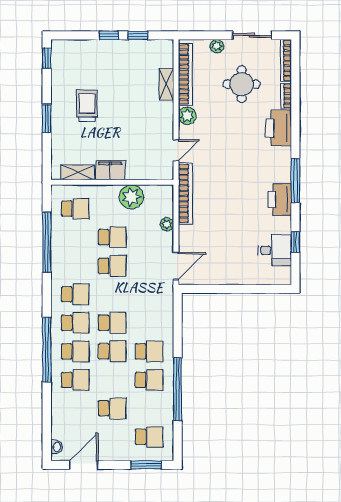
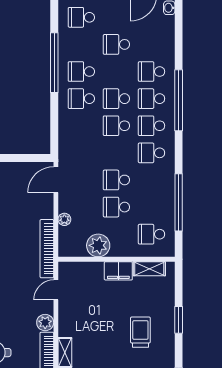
trolley: (87, 106) -> (140, 332), turned 180

